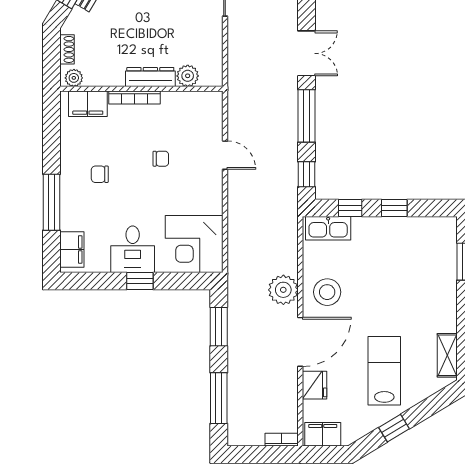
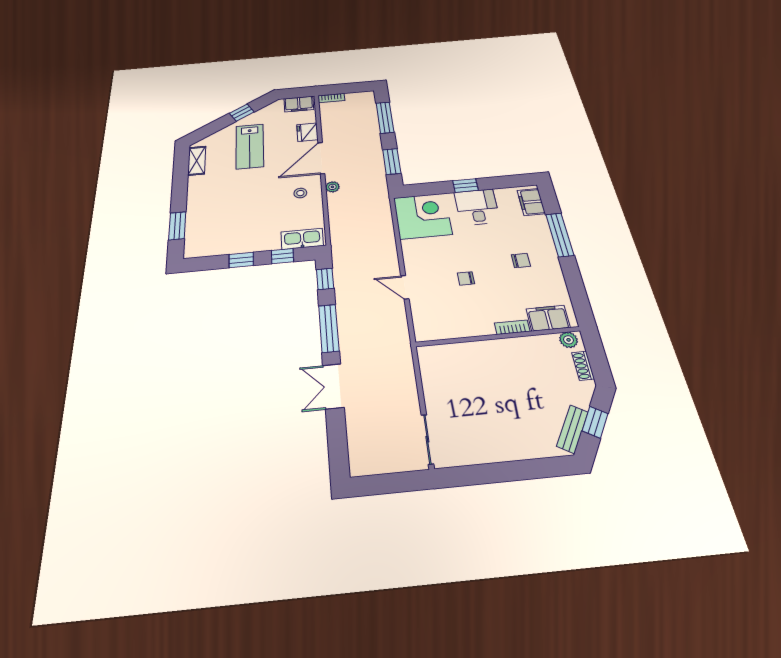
plant: (188, 76) -> (453, 353), removed
dresser: (150, 77) -> (491, 348), removed
bookcase: (134, 97) -> (512, 327), width x0.64
plant: (283, 290) -> (332, 187), width x0.53, depth x0.53
stool: (327, 292) -> (300, 193), width x0.53, depth x0.53

